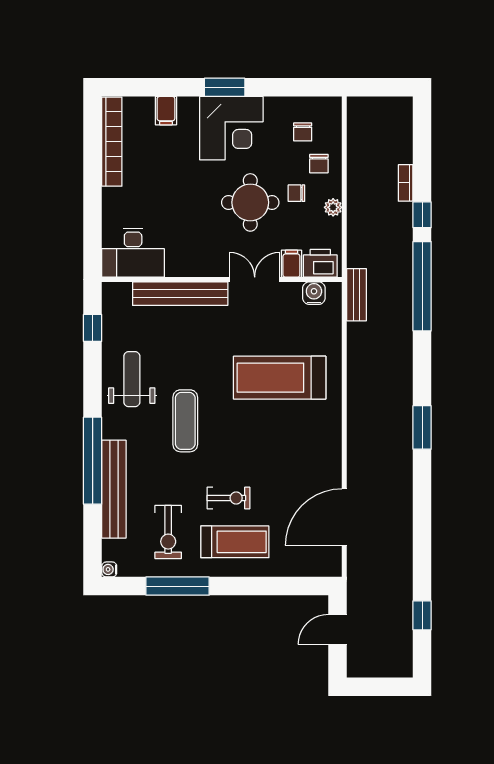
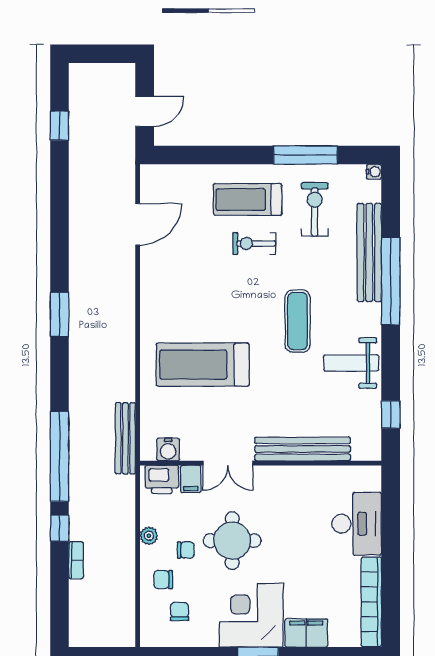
filing cabinet: (166, 111) -> (306, 633), width x2.00
chair: (319, 164) -> (163, 580), turned -90
desk: (133, 253) -> (357, 524), moved, turned 90
bench: (357, 295) -> (125, 438), width x1.36
treadmill: (280, 378) -> (203, 365), turned 180
weight bench: (132, 379) -> (351, 363), turned 90
door: (344, 517) -> (138, 224), width x0.73

